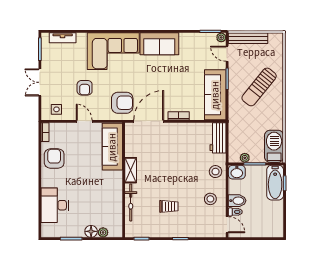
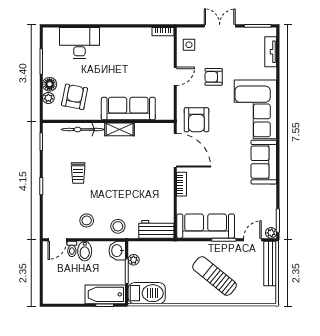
sofa: (112, 147) -> (128, 109), moved
armchair: (54, 159) -> (75, 97), moved, turned -79

